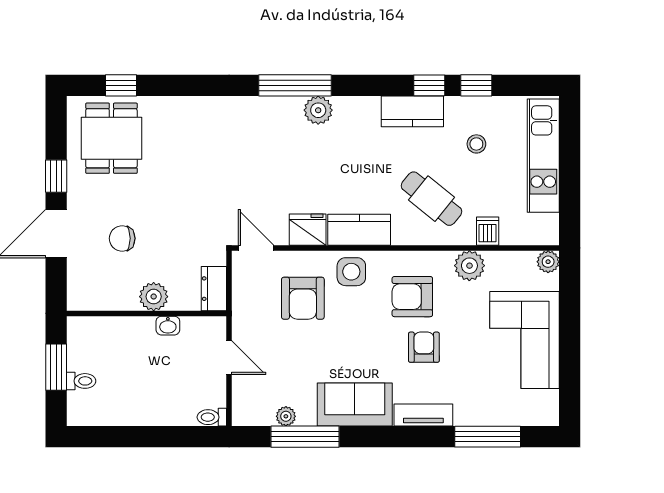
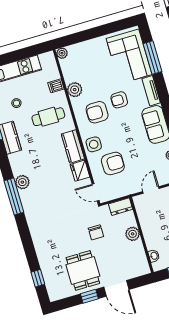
dining table: (111, 138) -> (83, 270), moved, turned 90
cafe table: (431, 199) -> (48, 117), turned 51
chair: (122, 238) -> (96, 232), moved
door: (256, 248) -> (96, 192), hinge flipped
armchair: (412, 297) -> (97, 112), turned 90
washbasin: (168, 326) -> (154, 256), moved
corner sofa: (525, 340) -> (129, 56), moved, turned 90

